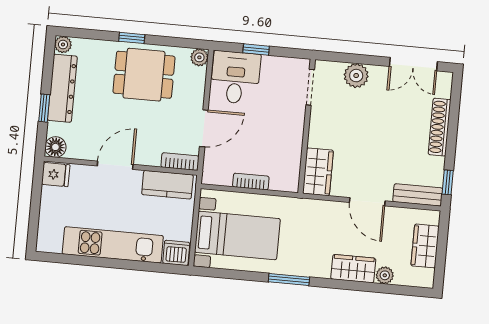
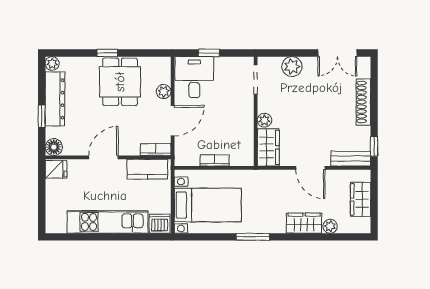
plant: (199, 57) -> (164, 92), moved
dining table: (144, 75) -> (120, 82), turned 90
plant: (316, 138) -> (264, 120), added

